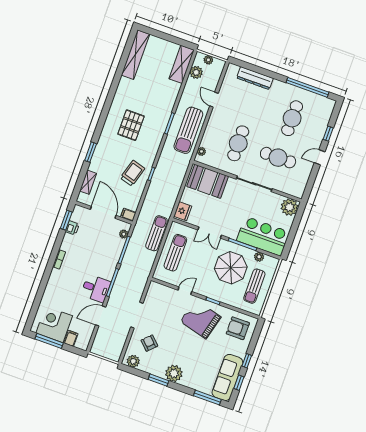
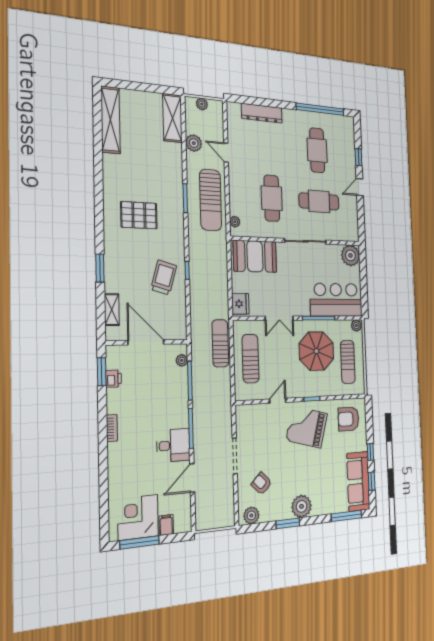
plant: (196, 72) -> (194, 143), moved
pallet: (131, 125) -> (139, 215), turned 90
filing cabinet: (128, 215) -> (178, 333), removed
plant: (259, 257) -> (356, 326), moved

